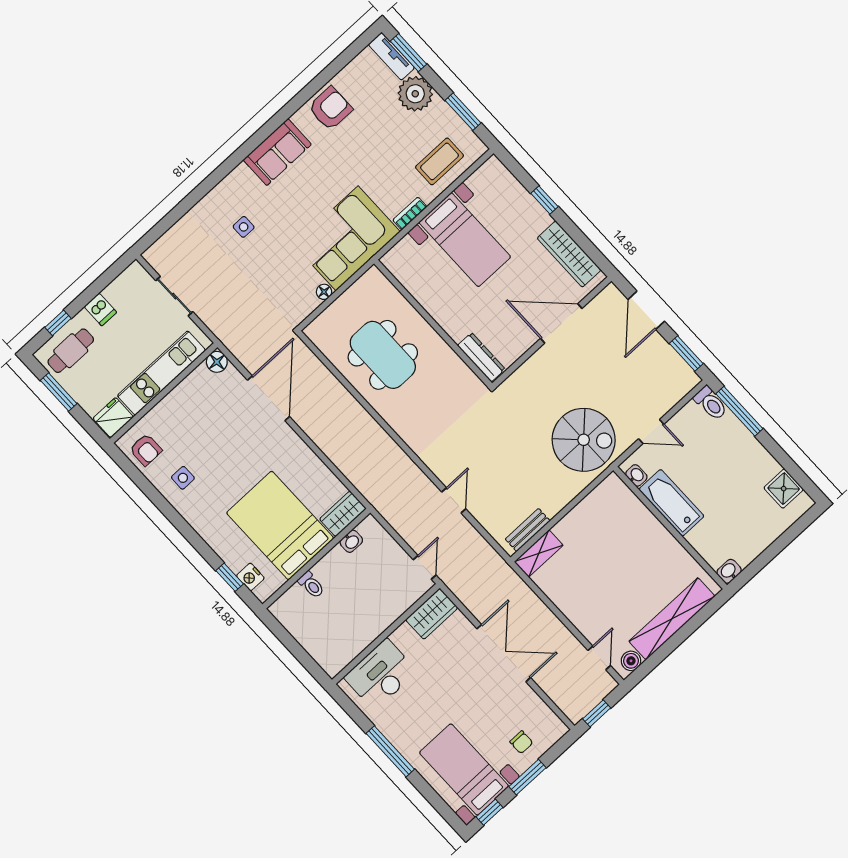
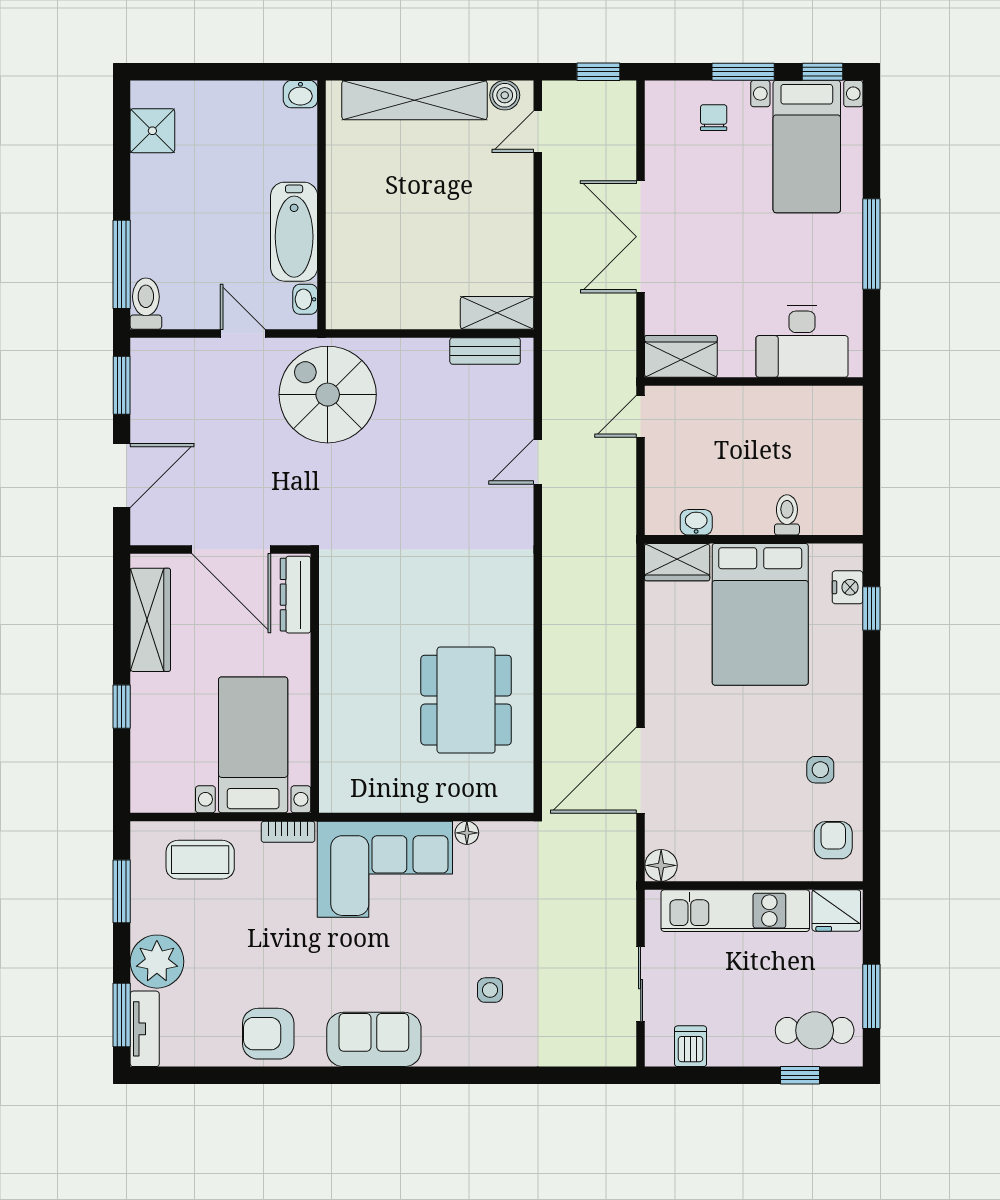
dishwasher: (100, 309) -> (691, 1046), moved
wall: (433, 323) -> (315, 683), moved
dresser: (481, 357) -> (296, 595), moved

